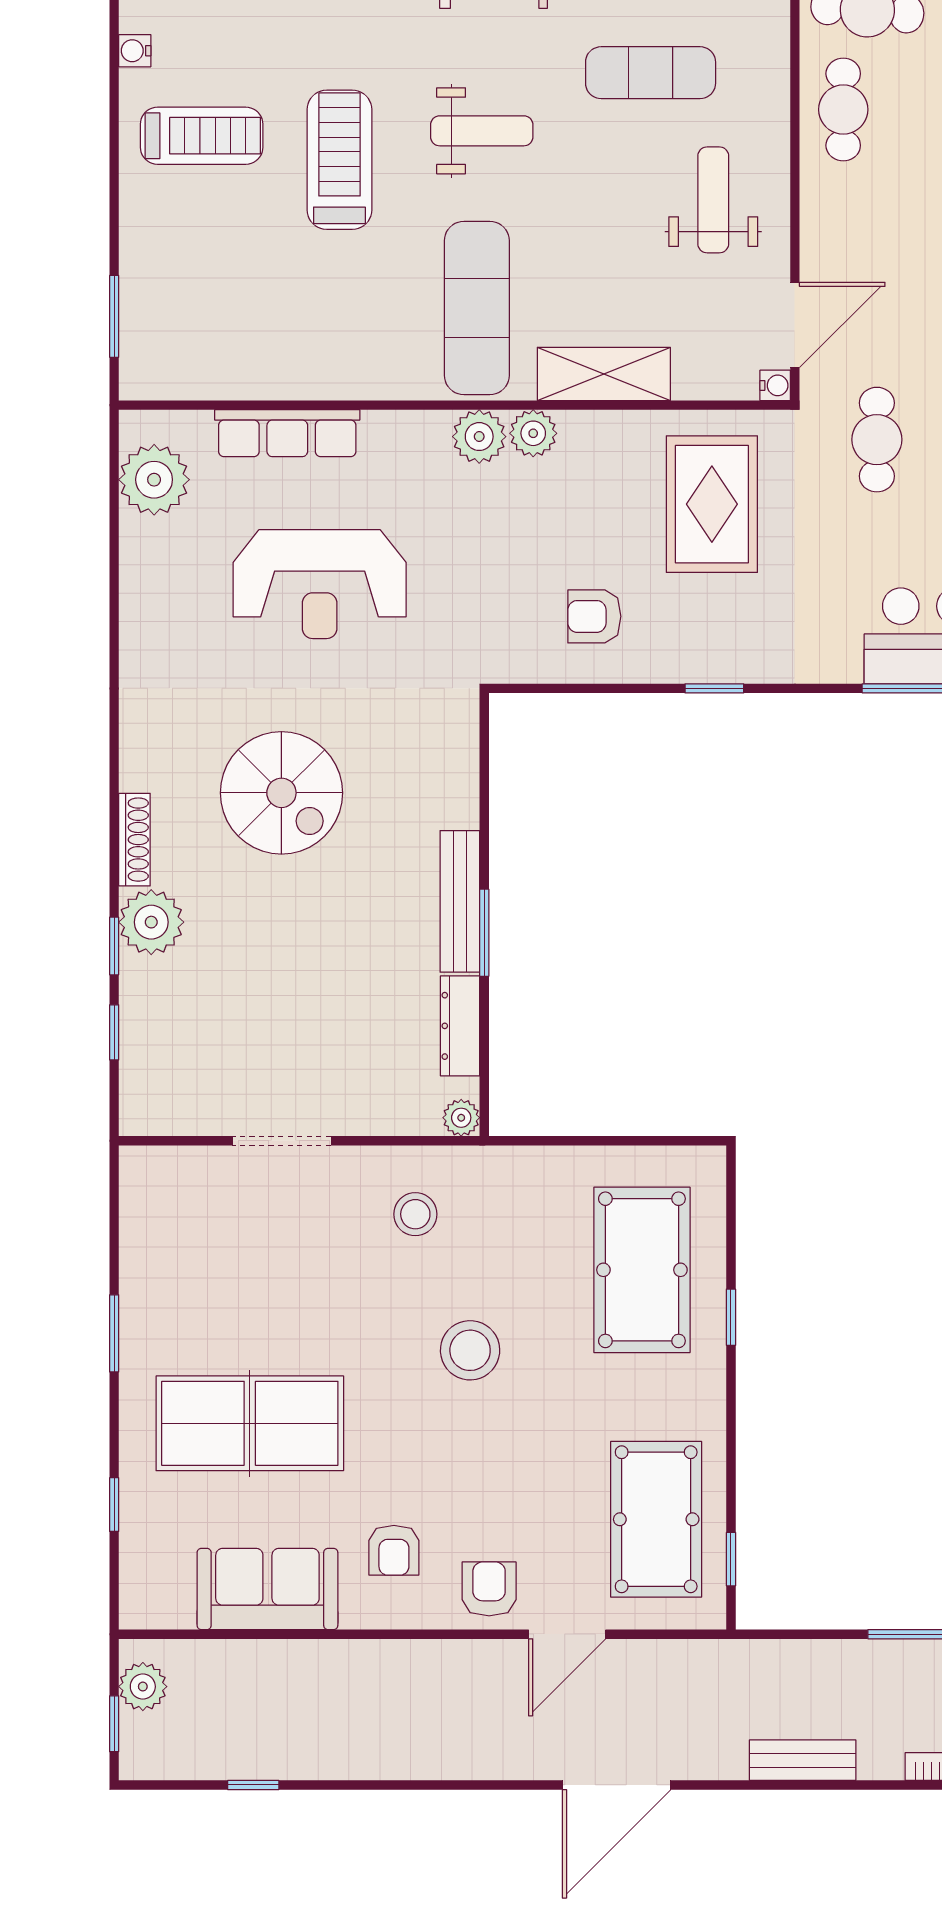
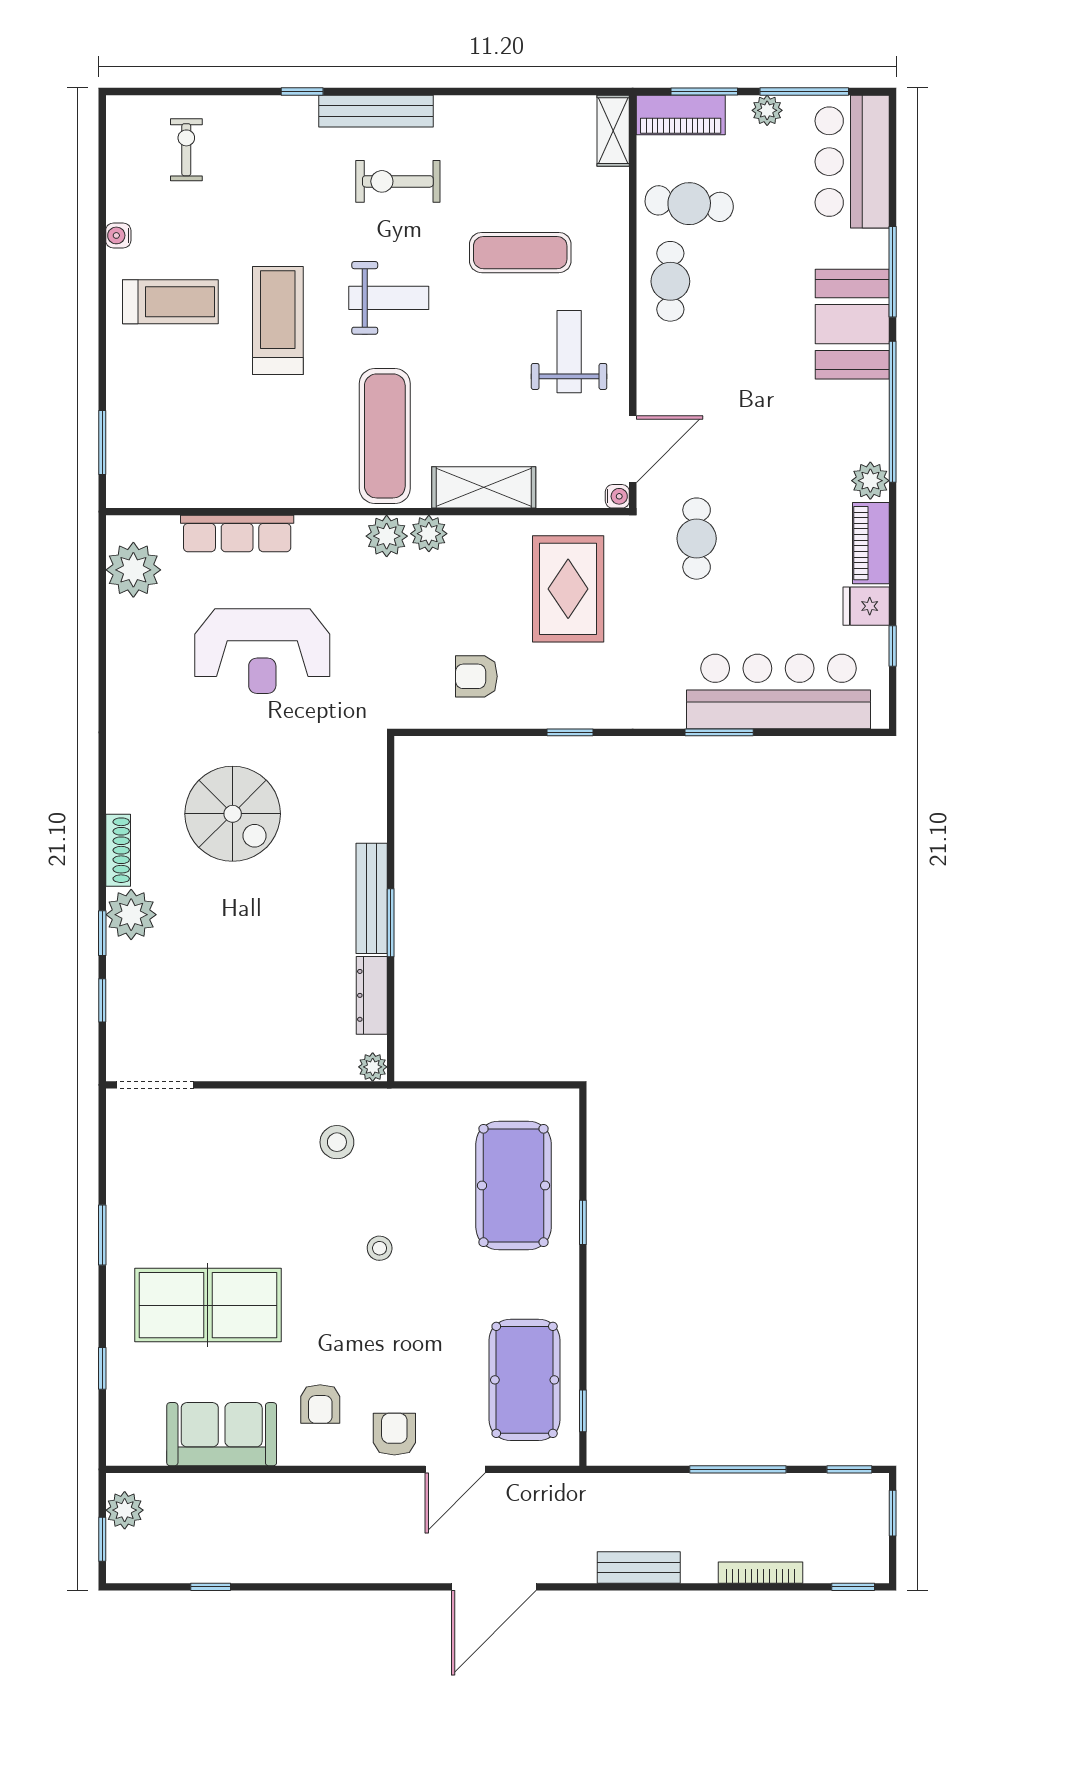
doorway: (282, 1141) -> (155, 1085), moved
stool: (470, 1350) -> (380, 1248), width x0.53, depth x0.53

